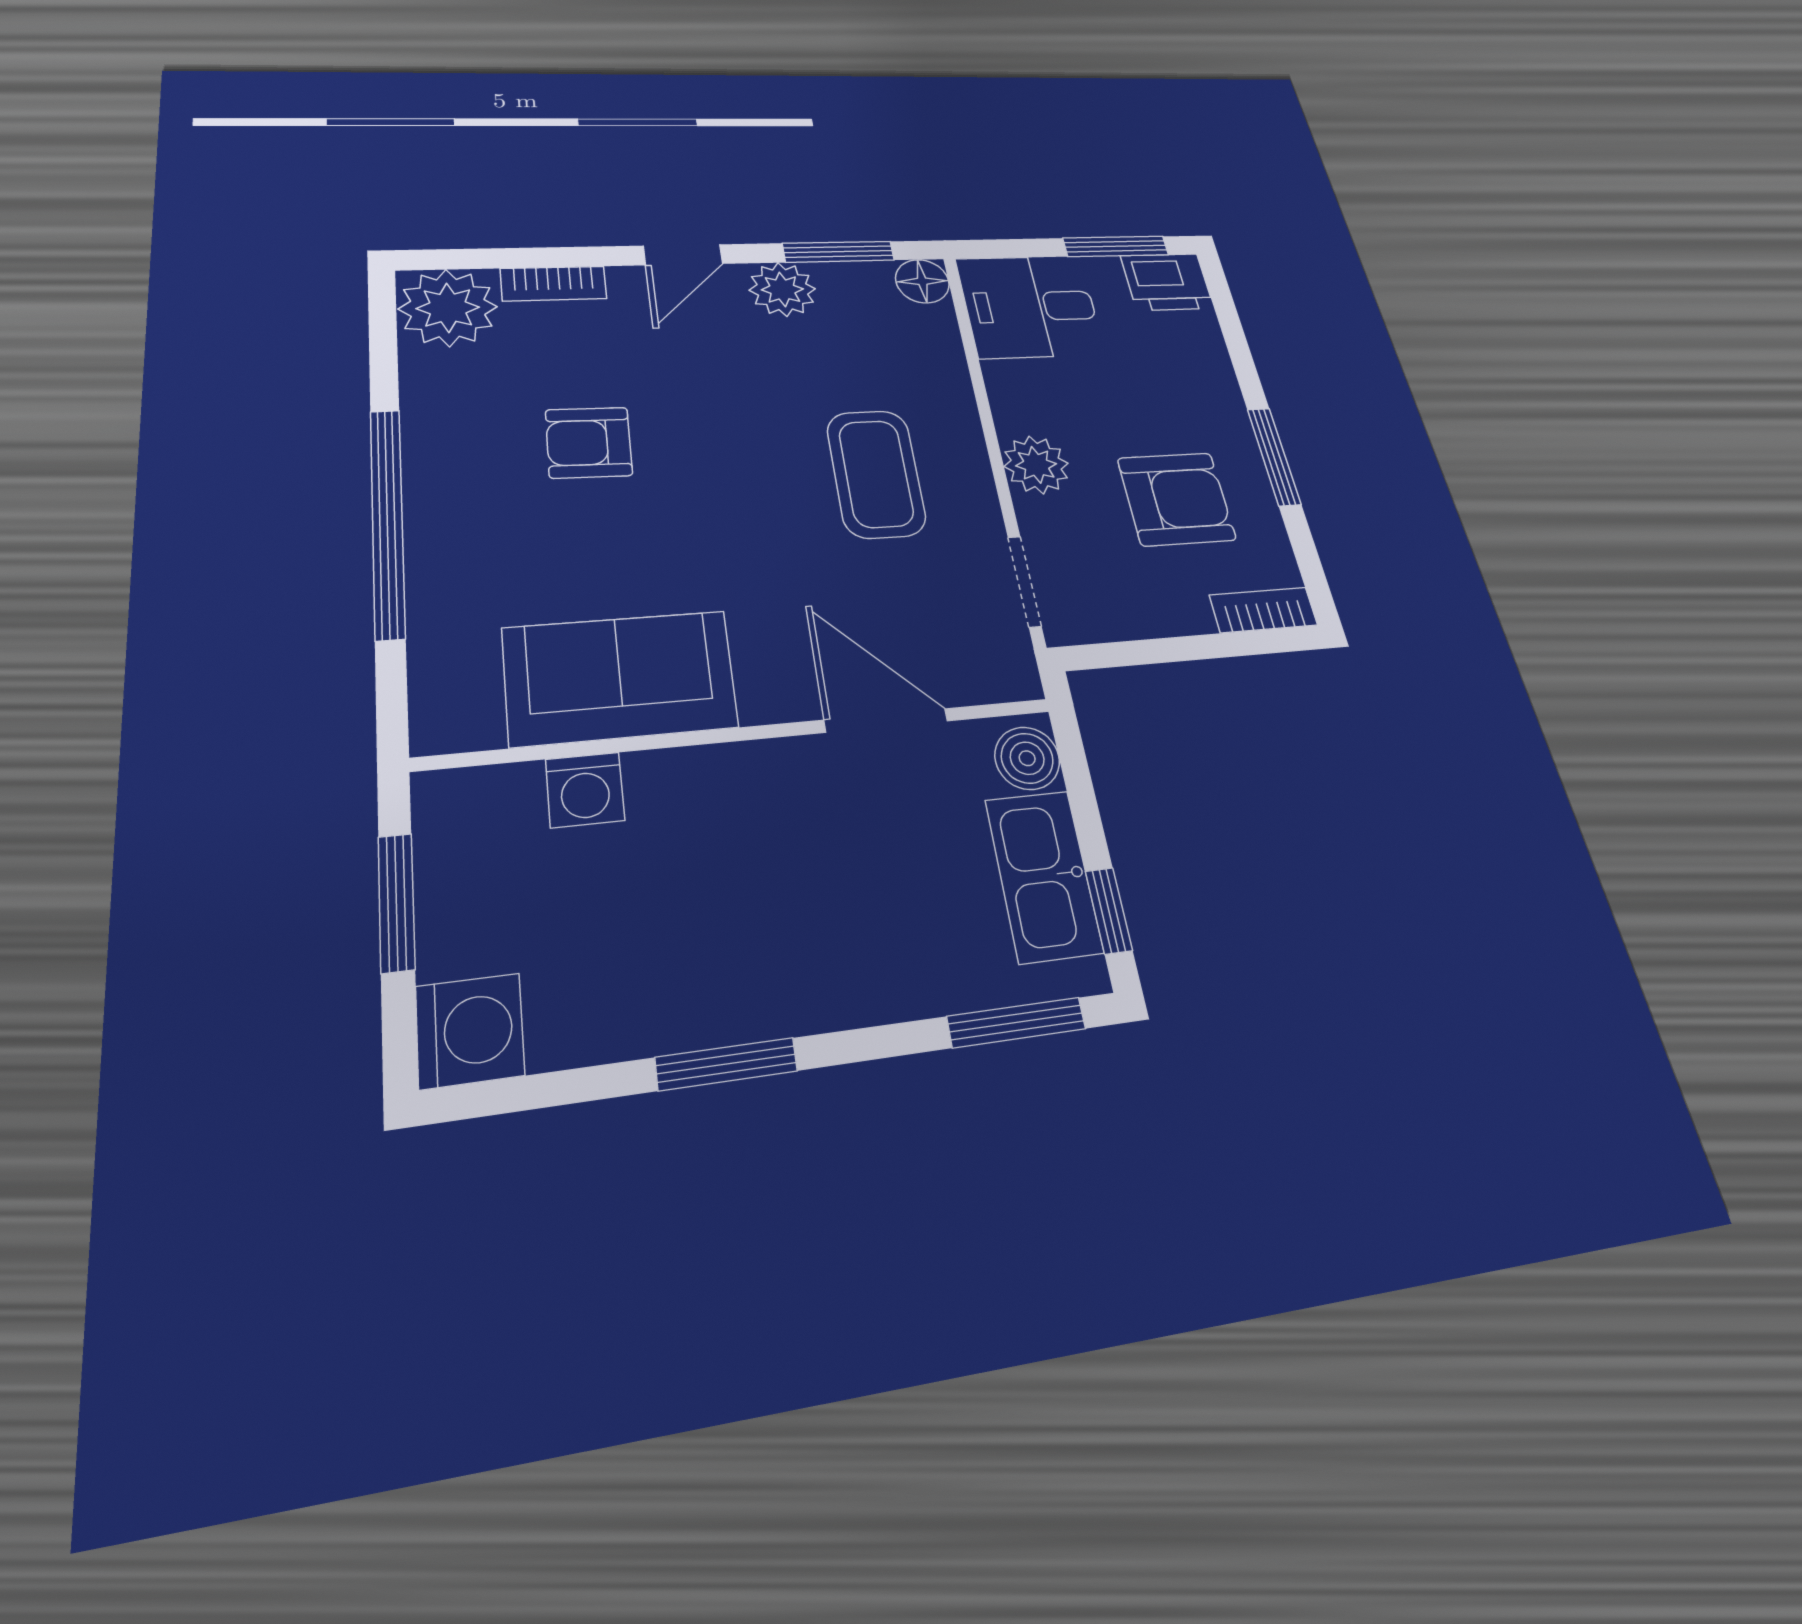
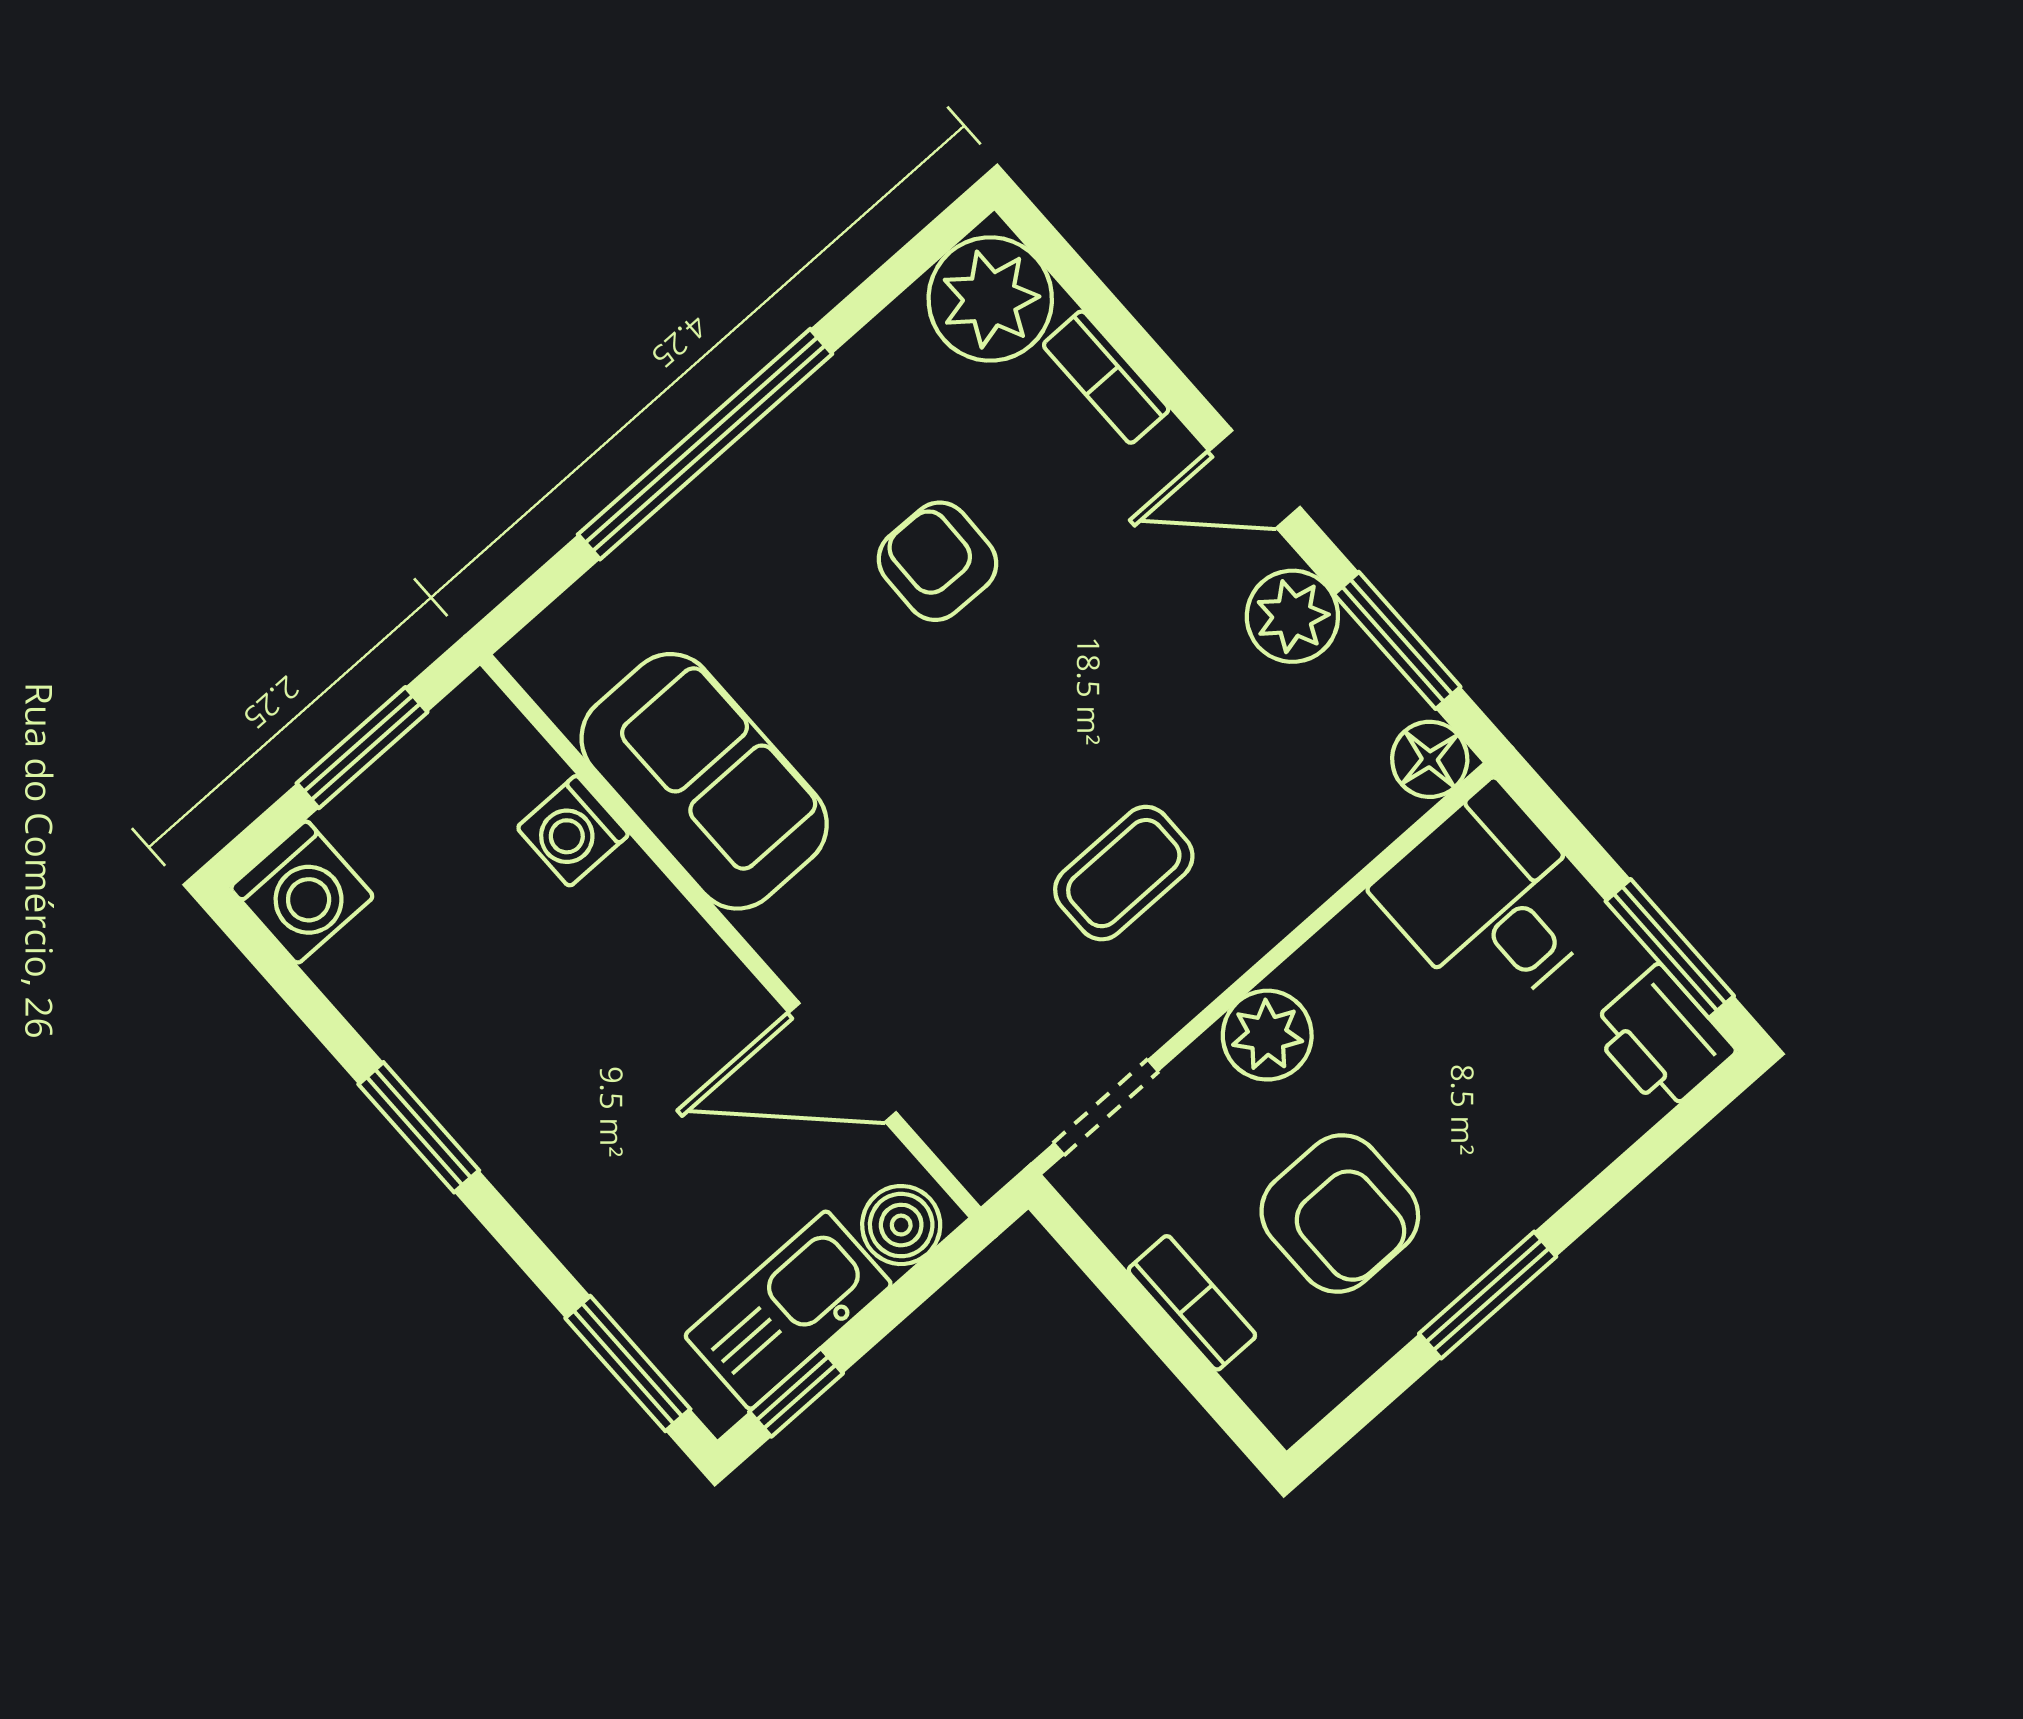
coffee table: (876, 474) -> (1124, 873), width x0.73, depth x0.77
bookcase: (1263, 610) -> (1192, 1303), moved
door: (886, 720) -> (842, 1062), swing flipped

